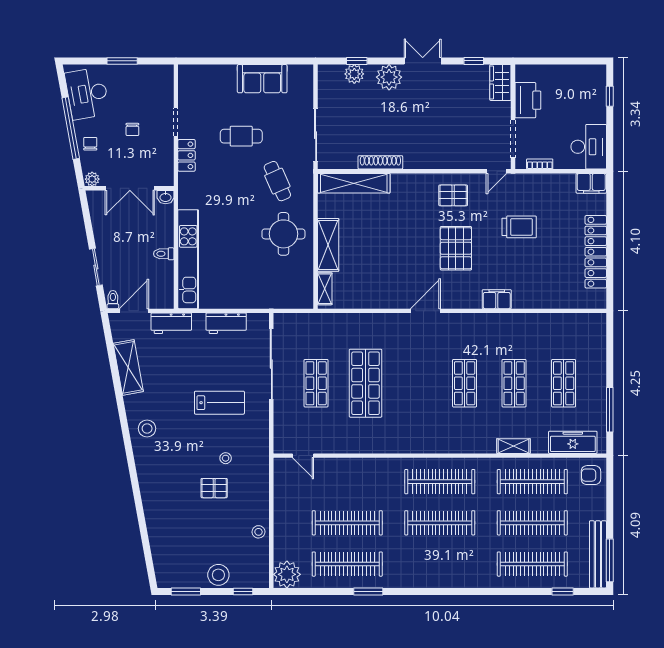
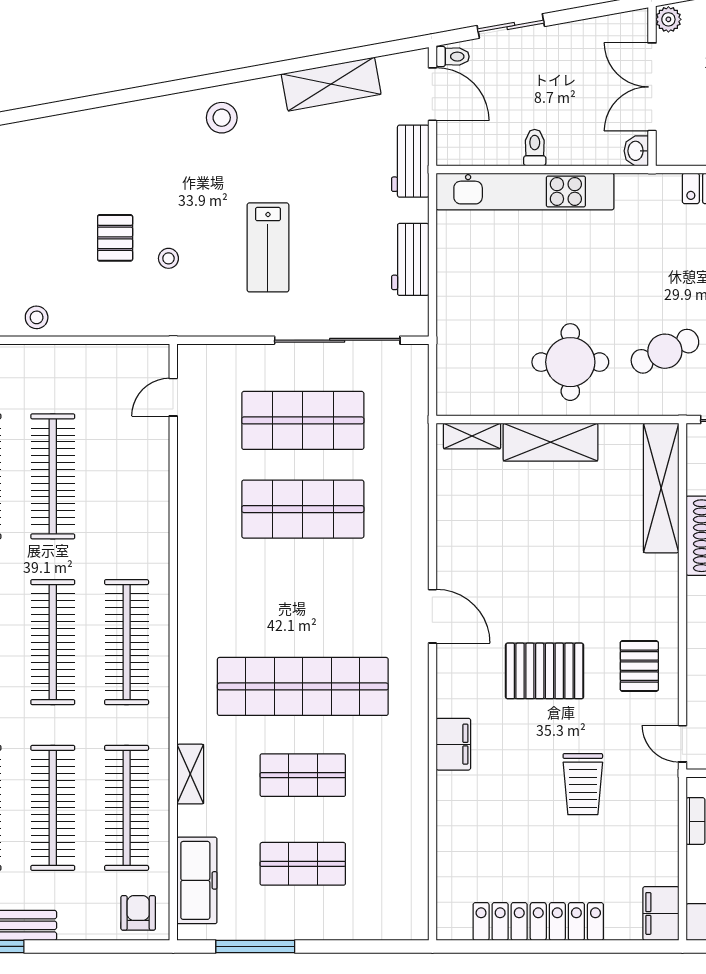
shop shelf: (316, 383) -> (303, 420), width x1.43, depth x1.36
shop shelf: (465, 383) -> (303, 686), width x2.00, depth x1.36

